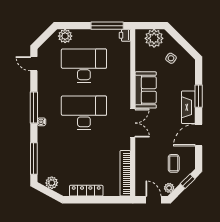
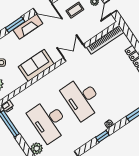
window: (34, 107) -> (102, 136), width x0.46
double door: (133, 123) -> (74, 53), moved

